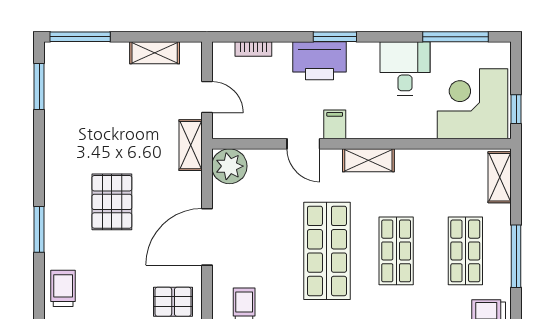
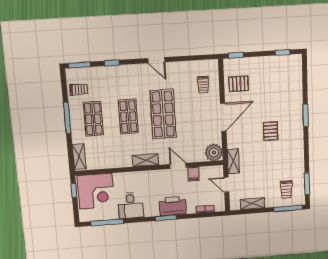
filing cabinet: (335, 124) -> (193, 174), moved
pallet: (112, 202) -> (271, 131), width x0.67, depth x0.71
trolley: (63, 288) -> (286, 189), moved

